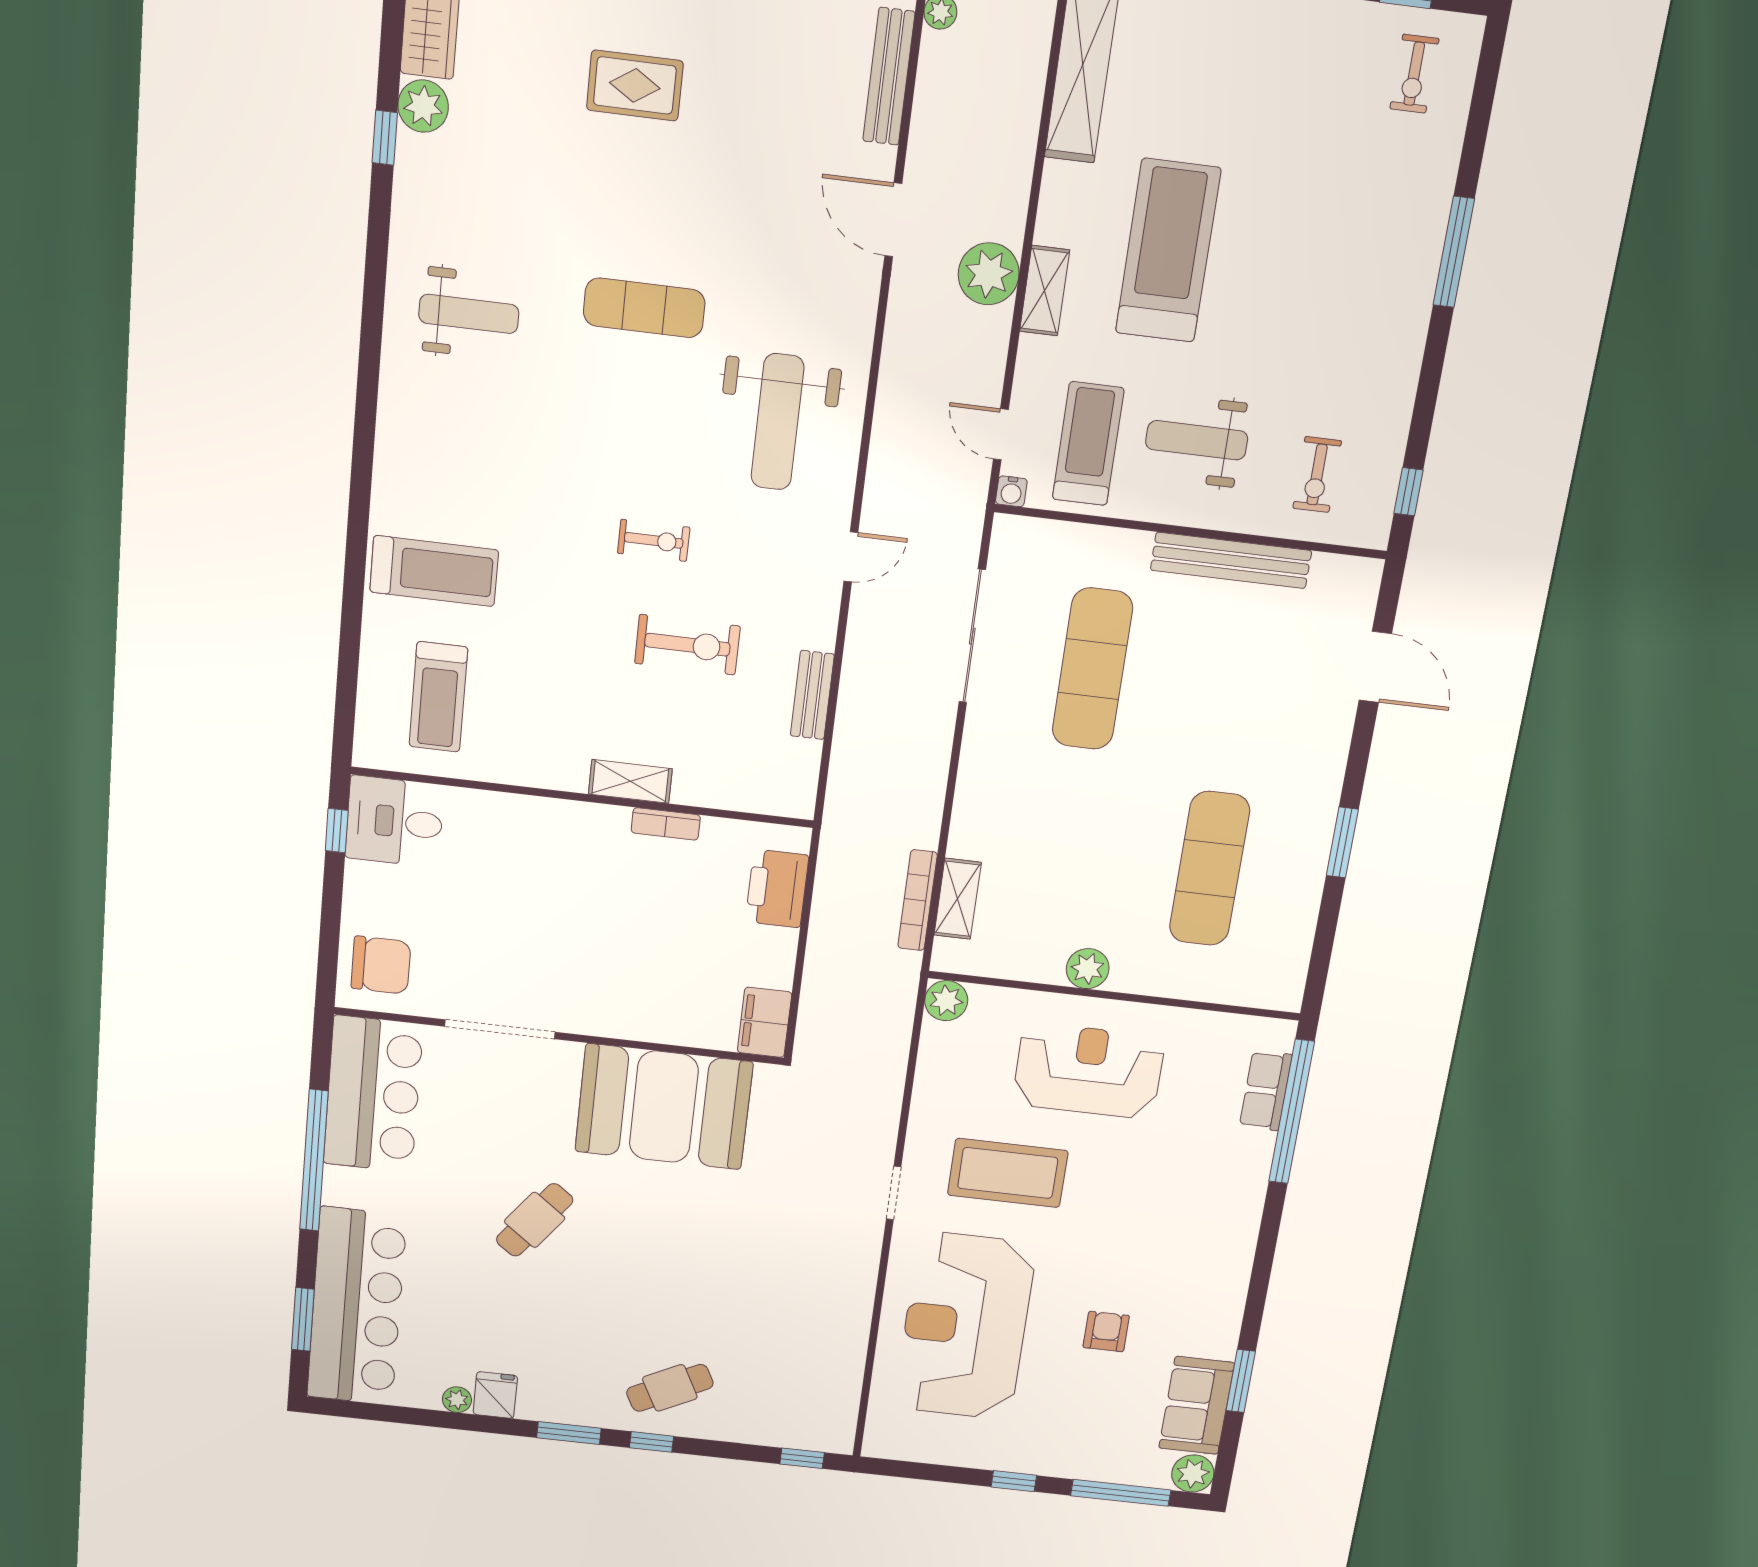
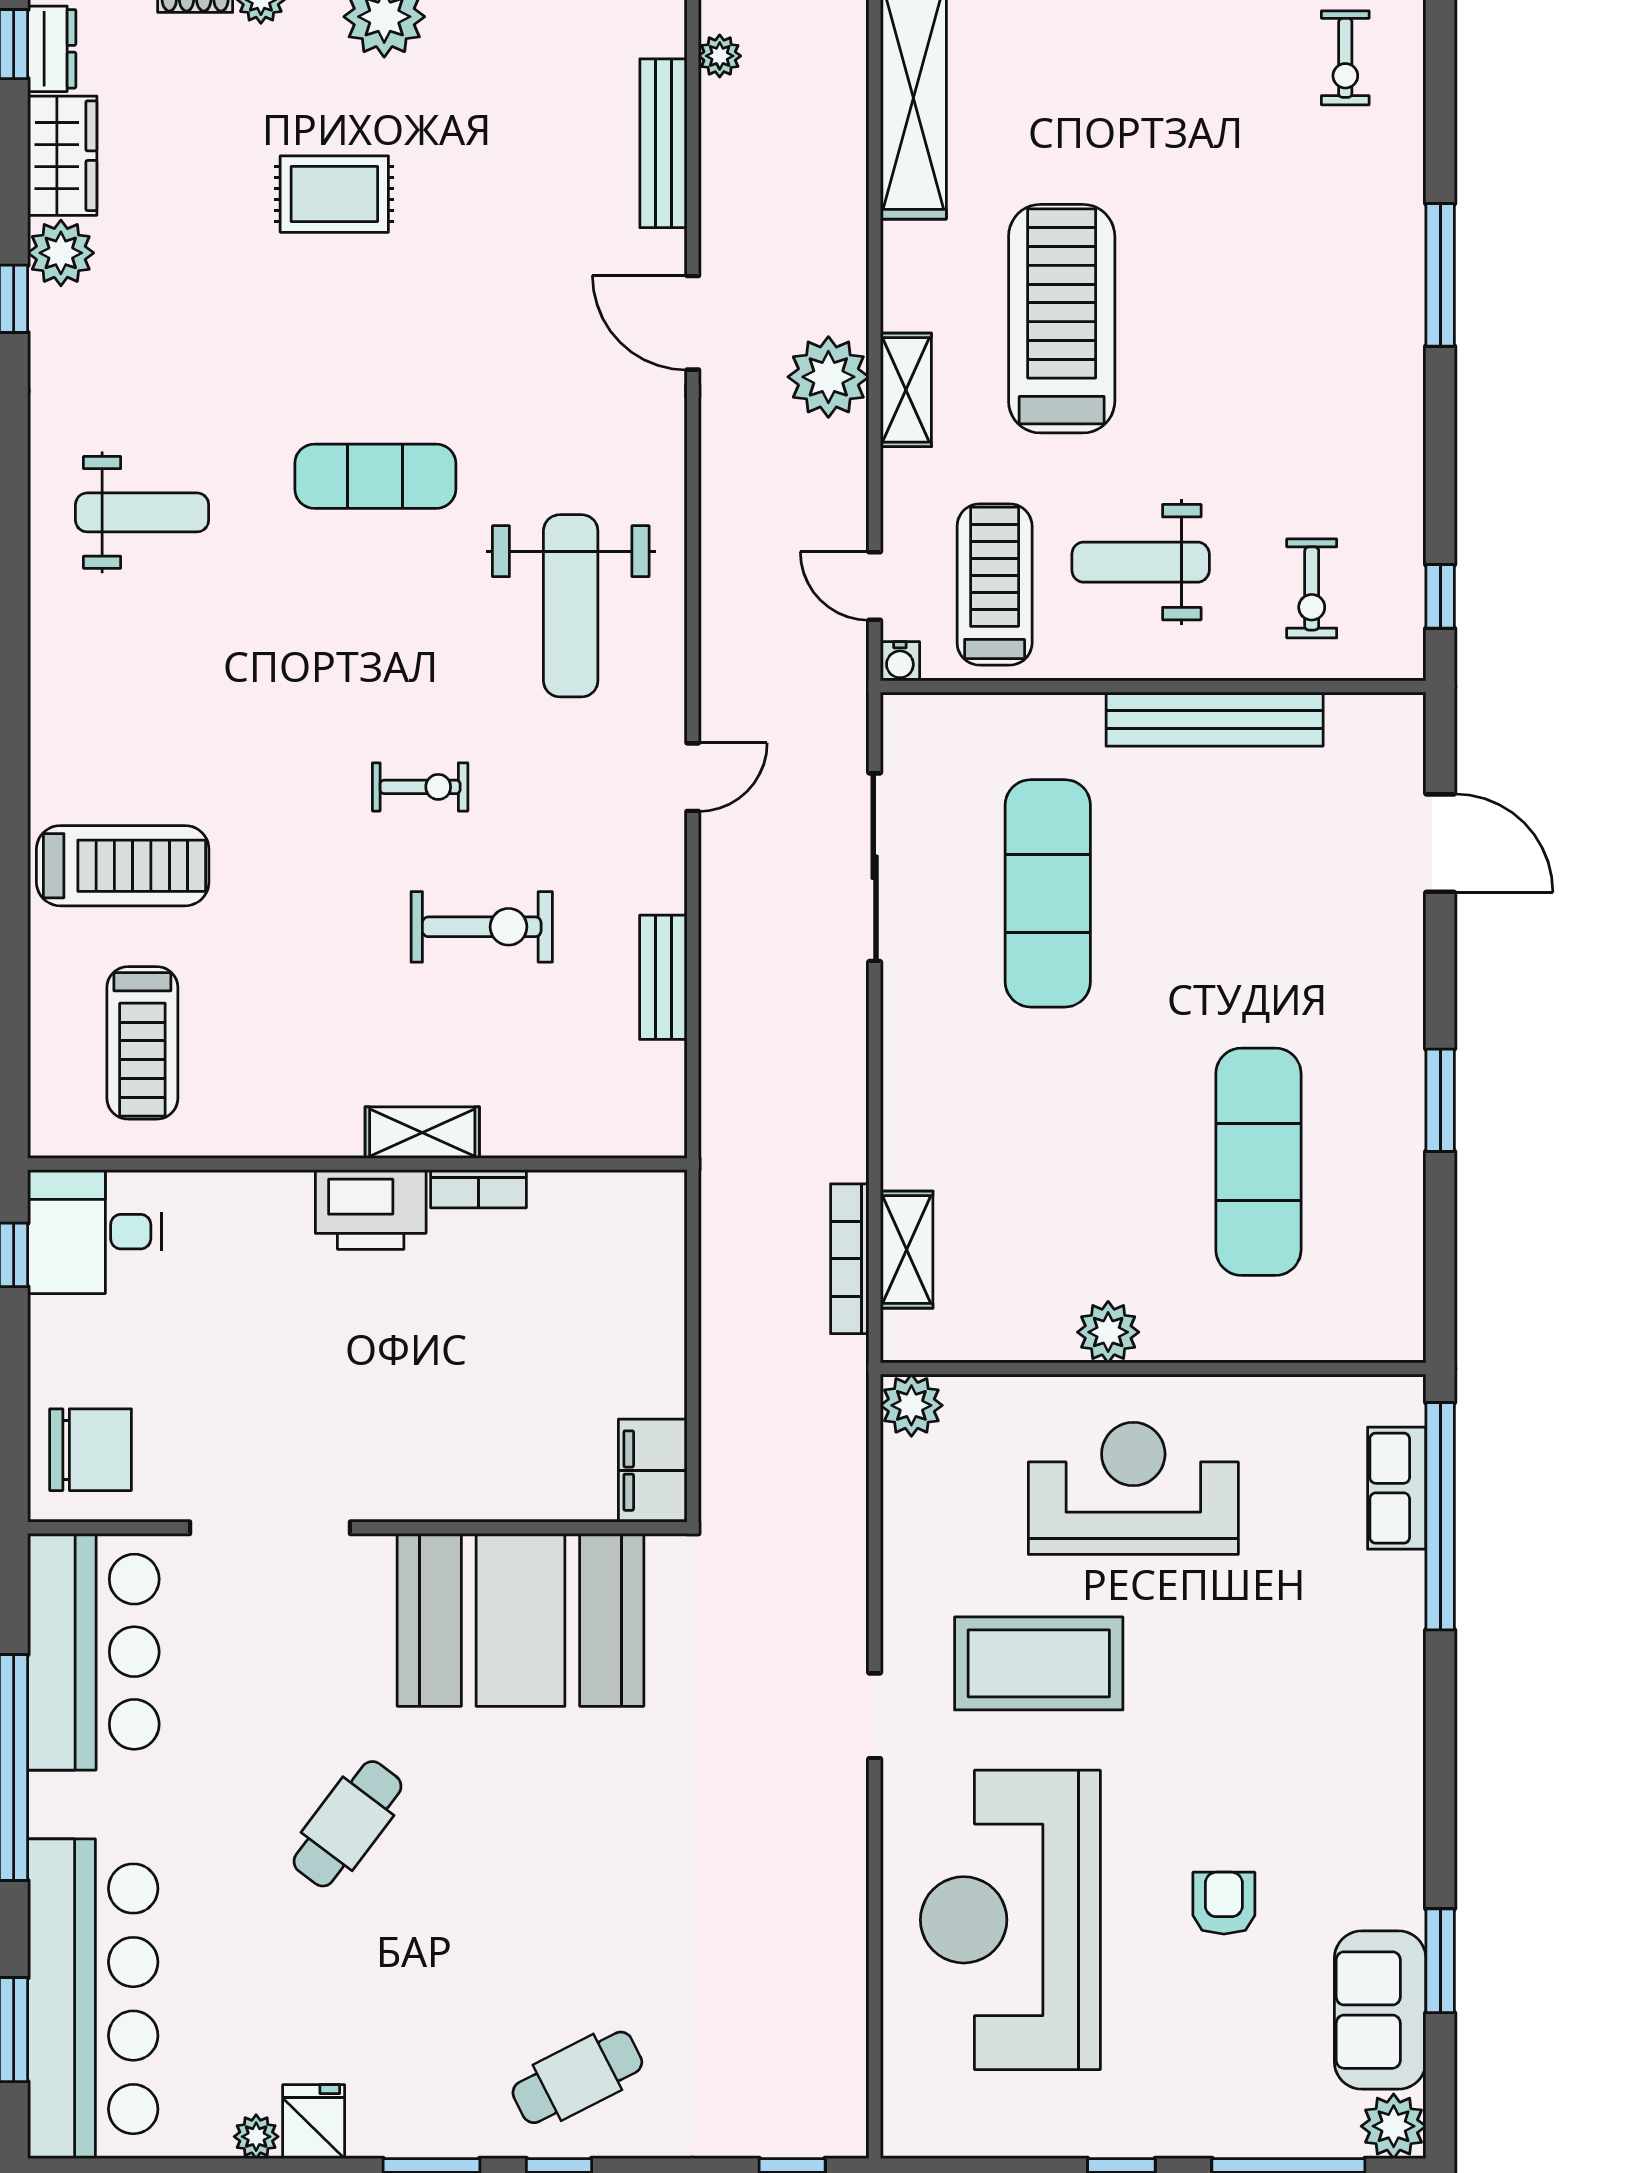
printer: (777, 889) -> (371, 1209), moved, turned -90

